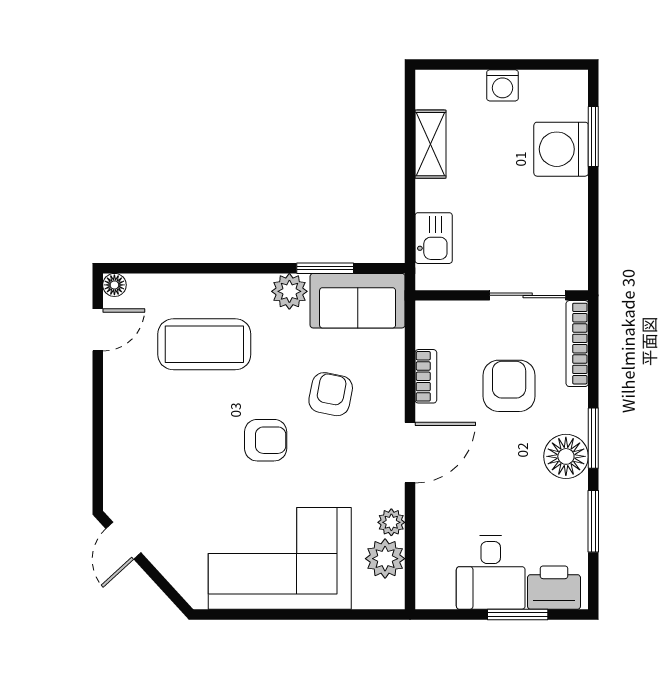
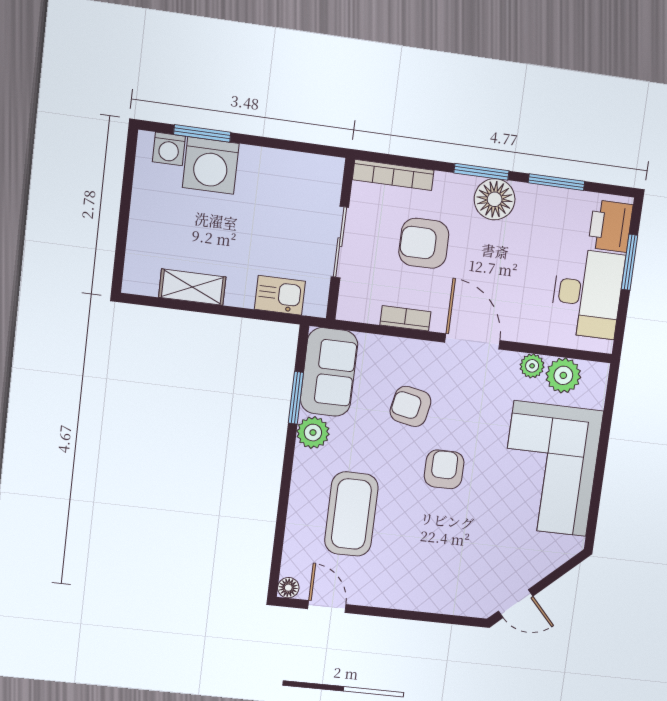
washing machine: (503, 85) -> (169, 149), moved, turned 90
sliding door: (528, 295) -> (340, 242), moved
desk: (491, 572) -> (587, 293), width x1.37

